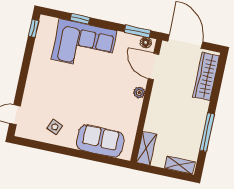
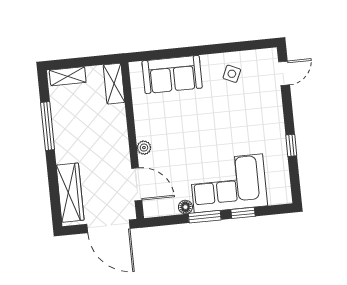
window: (34, 28) -> (291, 145), moved
window: (137, 31) -> (205, 217), moved
floor lamp: (146, 42) -> (185, 207), moved

